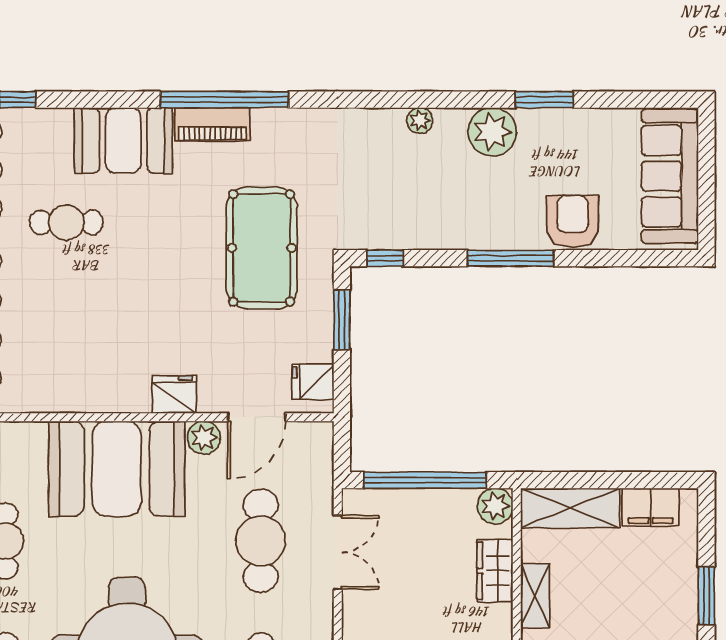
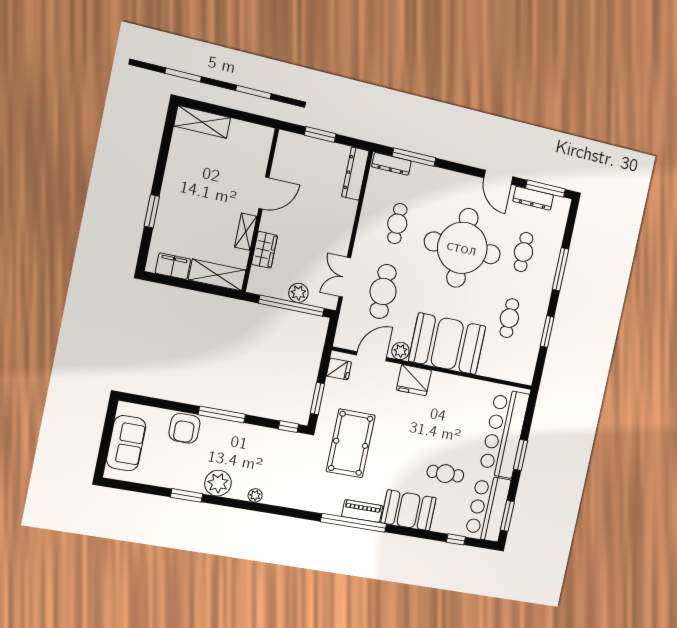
sofa: (670, 176) -> (126, 443), width x0.73
fridge: (174, 395) -> (414, 380), width x1.36, depth x1.34
plant: (495, 506) -> (298, 293), moved

